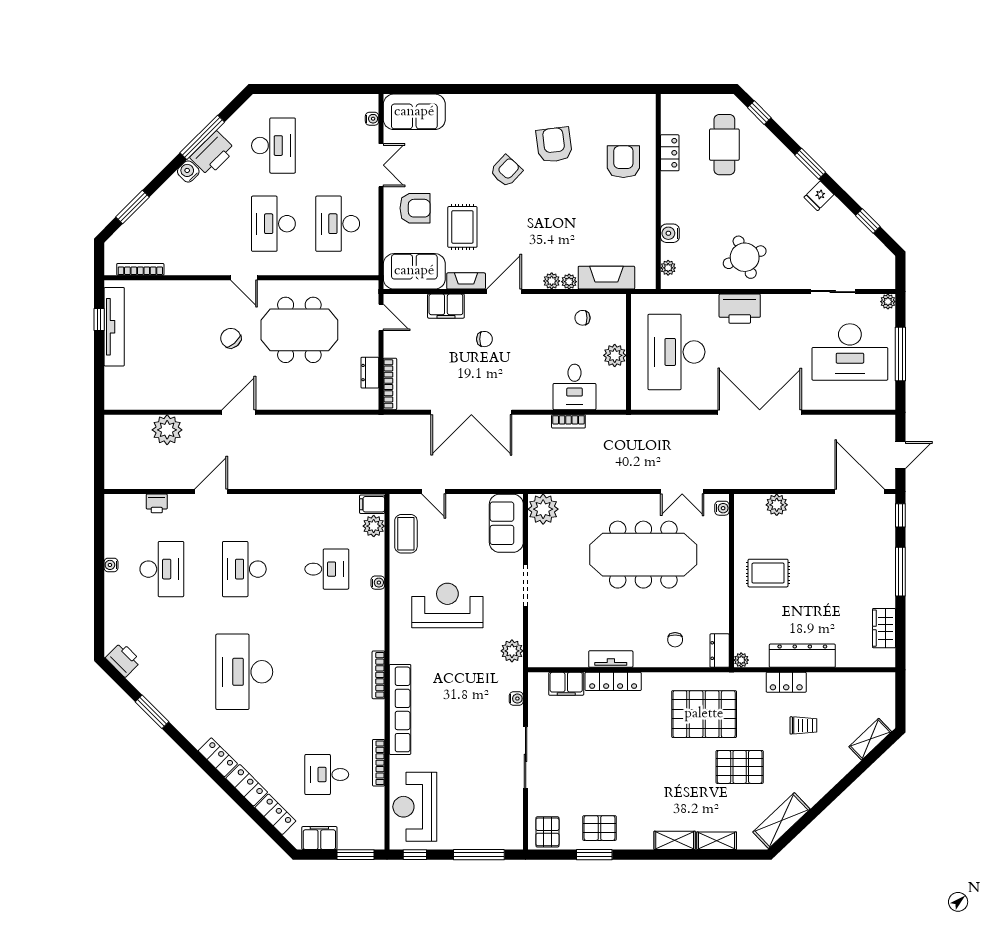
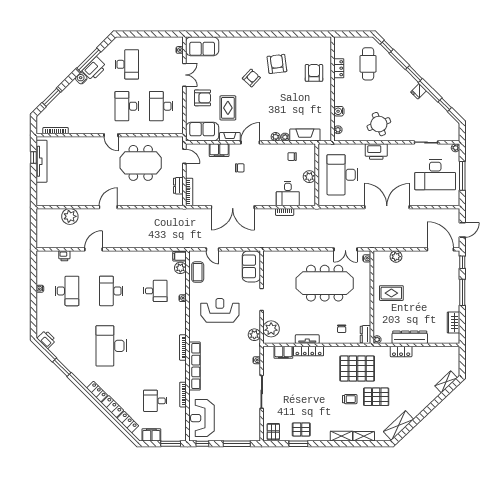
chair: (231, 338) -> (104, 167), removed
plant: (543, 509) -> (271, 329), moved
trolley: (803, 725) -> (350, 399), moved

